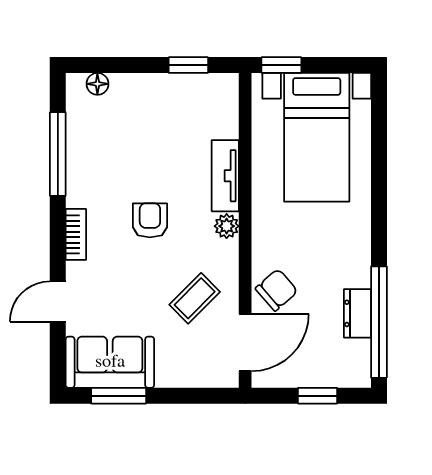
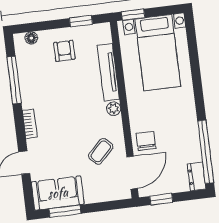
tv unit: (225, 176) -> (108, 72), width x1.41
armchair: (150, 220) -> (64, 51), moved
chair: (277, 290) -> (146, 141), turned -49
dresser: (357, 313) -> (196, 177), moved
window: (318, 396) -> (161, 199), moved

